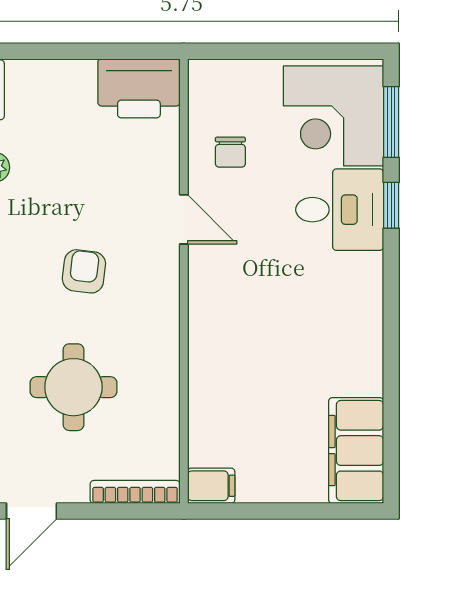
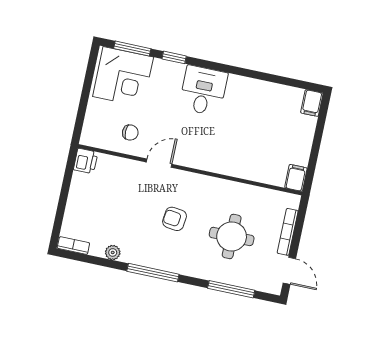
printer: (139, 88) -> (86, 161), width x0.53, depth x0.68
desk: (340, 210) -> (203, 91), moved
filing cabinet: (356, 451) -> (312, 103), width x0.33, depth x0.86
bookcase: (135, 492) -> (288, 232), moved

